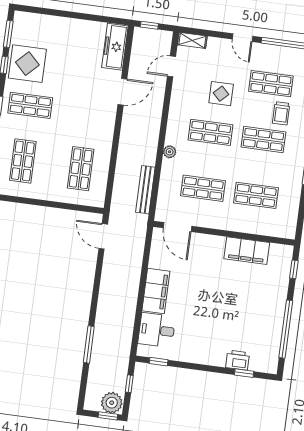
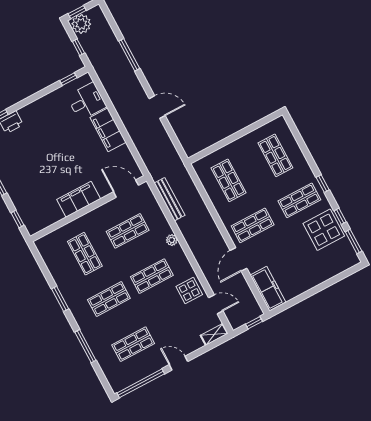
door: (172, 66) -> (216, 304), hinge flipped
display table: (221, 94) -> (189, 291), moved
shop shelf: (88, 113) -> (253, 225), added
trolley: (281, 113) -> (110, 328), removed
shop shelf: (256, 195) -> (85, 254), turned 90
door: (103, 236) -> (157, 107), moved
filing cabinet: (247, 251) -> (79, 199), moved

